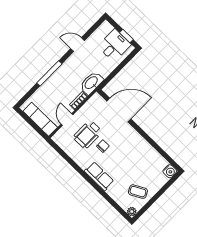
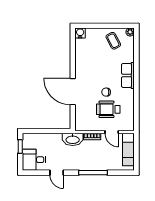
desk: (114, 45) -> (34, 160), moved
door: (119, 110) -> (73, 92), moved
door: (67, 119) -> (112, 132), hinge flipped
wheelchair: (88, 134) -> (108, 109), turned 180

